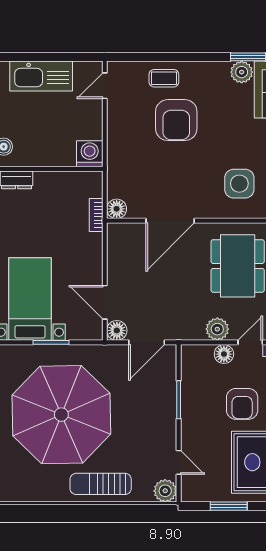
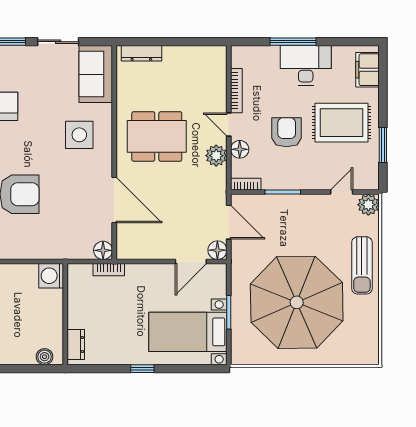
bookcase: (187, 361) -> (246, 184), added
armchair: (242, 404) -> (287, 132), turned -90

